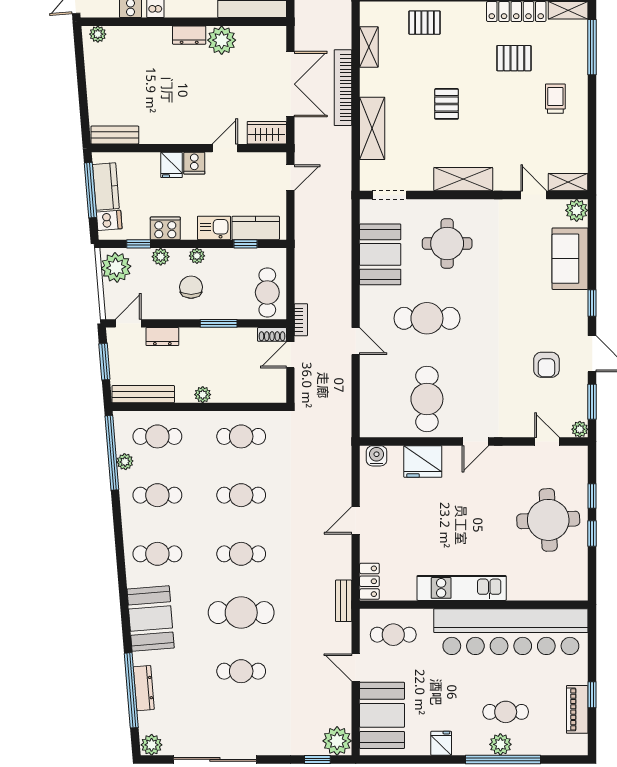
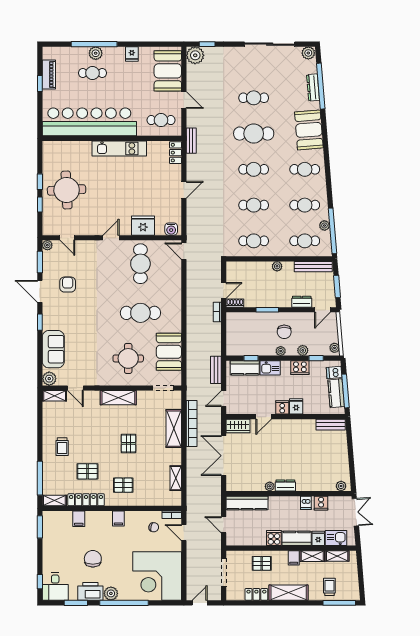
pallet: (425, 23) -> (123, 485), moved
plant: (222, 40) -> (270, 486), width x0.53, depth x0.53
bookcase: (343, 88) -> (192, 424), moved
bench: (303, 225) -> (216, 370), added
plant: (116, 267) -> (335, 348), width x0.53, depth x0.53
cafe table: (267, 292) -> (238, 329), removed
door: (356, 341) -> (184, 251), moved

